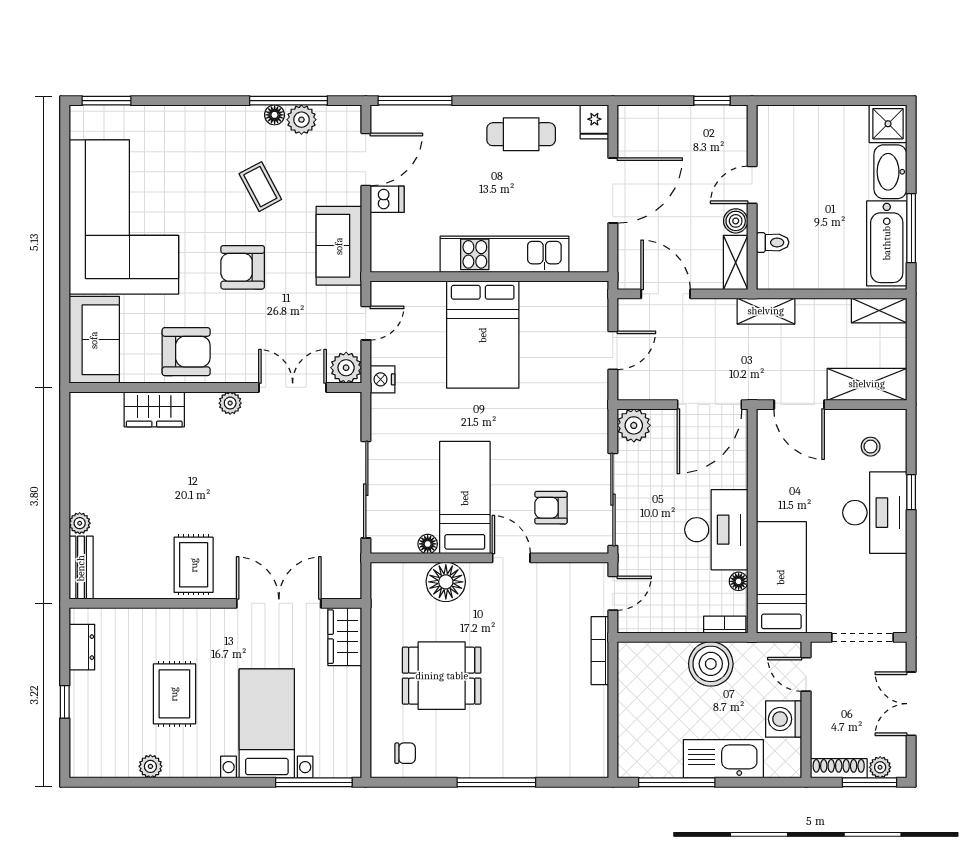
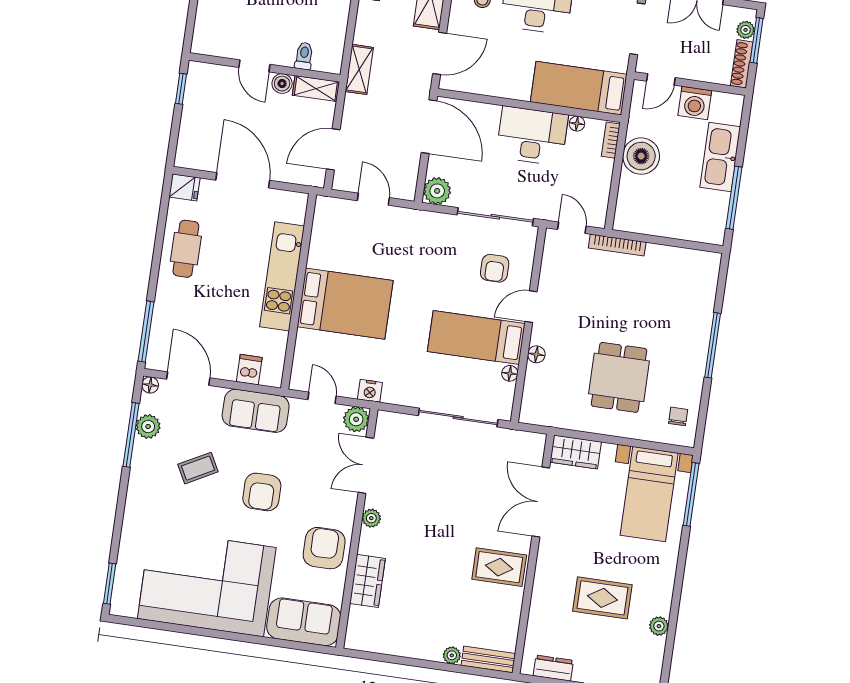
floor lamp: (275, 115) -> (150, 385), moved
dishwasher: (387, 199) -> (249, 370), moved
floor lamp: (446, 582) -> (536, 354), width x0.53, depth x0.53
bed with nightstands: (267, 723) -> (649, 494), moved, turned -90

